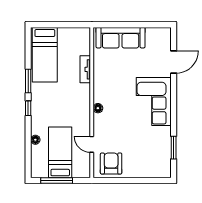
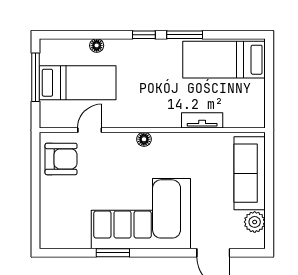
plant: (153, 34) -> (255, 222), added
corner sofa: (154, 102) -> (141, 214), width x1.36, depth x1.36
window: (174, 148) -> (113, 253), moved

